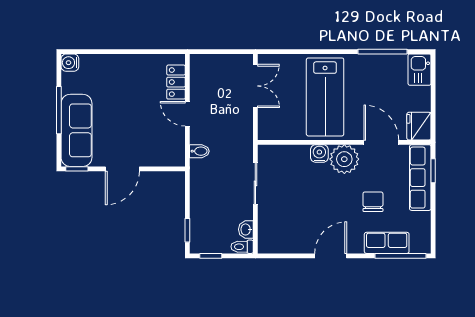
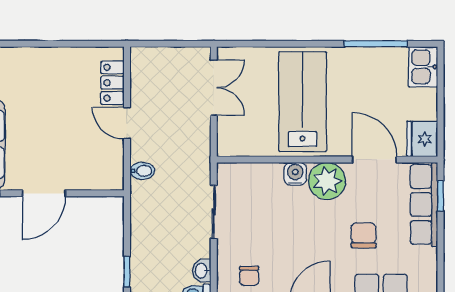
lab bench: (325, 97) -> (302, 102), turned 180
chair: (283, 234) -> (249, 276), added

